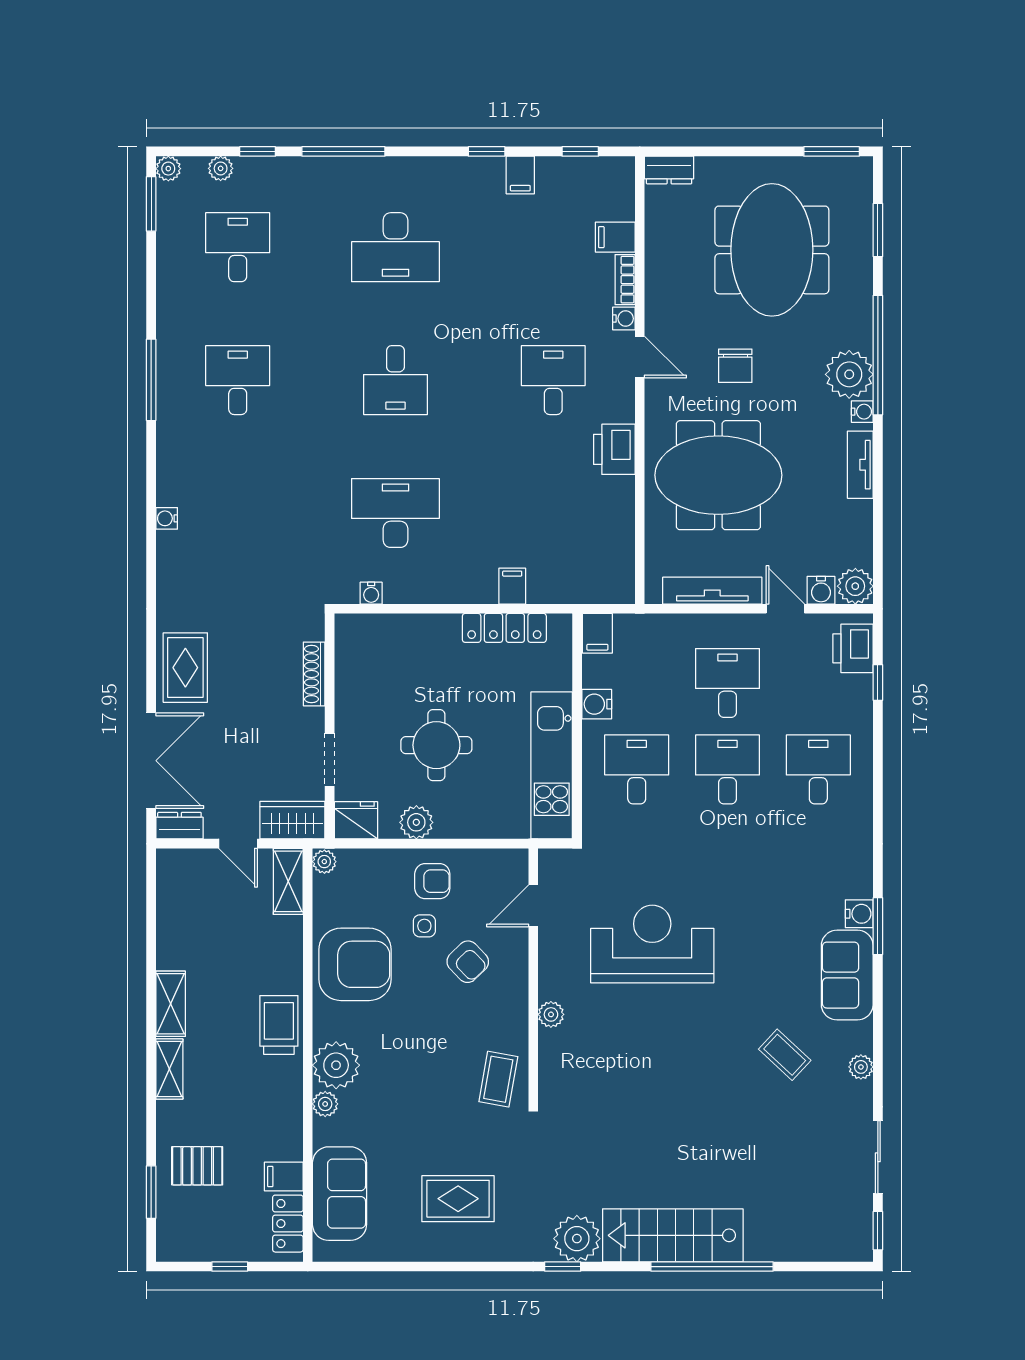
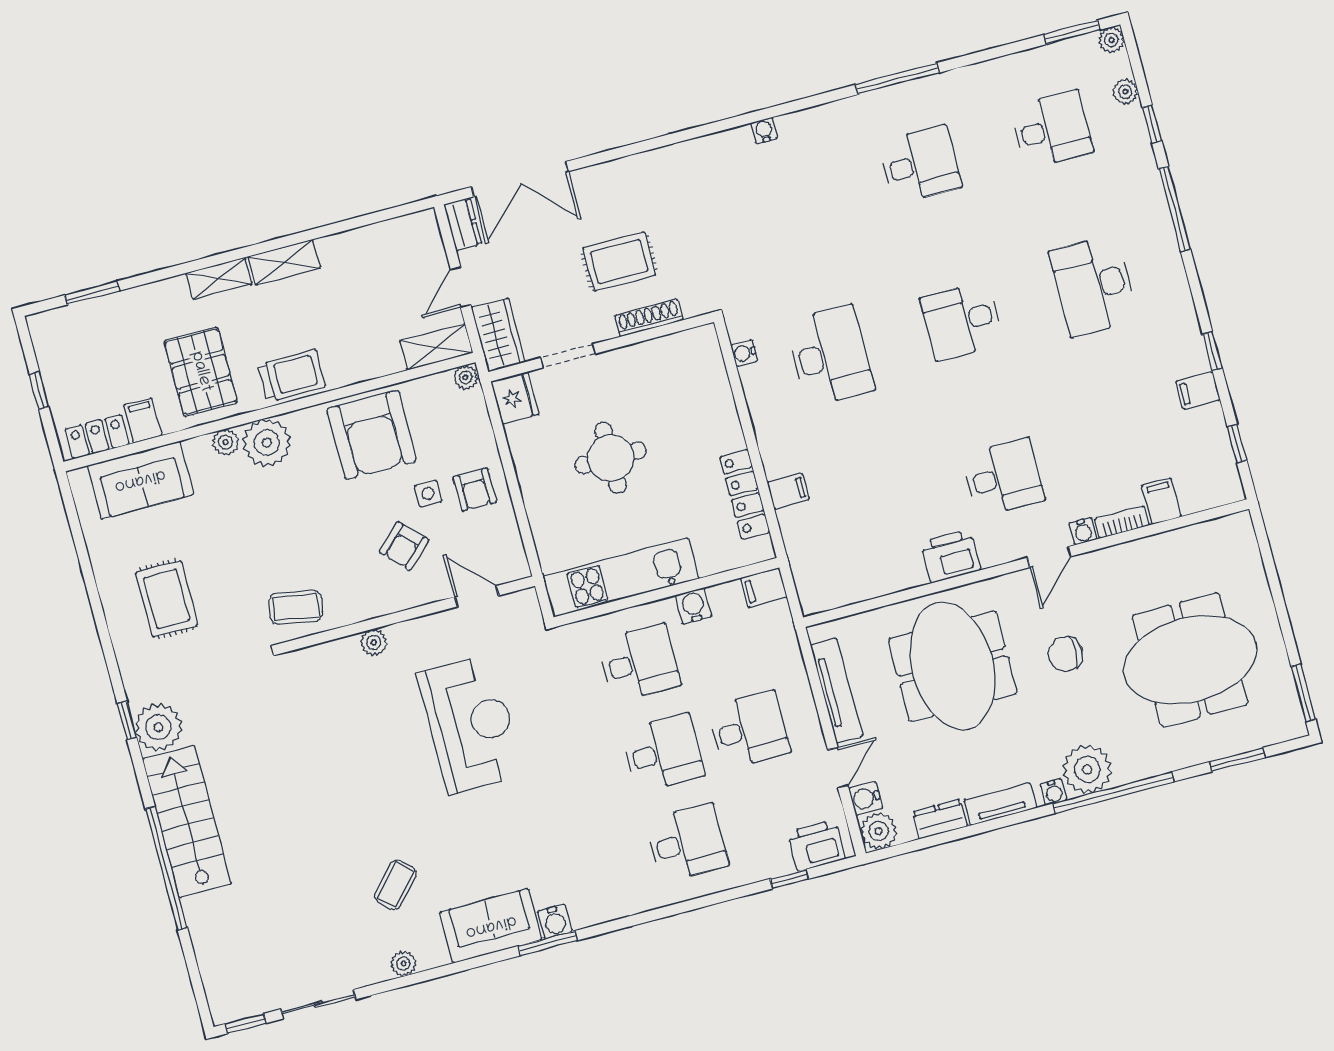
dresser: (669, 170) -> (940, 819), moved, turned 90
rug: (185, 668) -> (619, 261), moved
plant: (416, 822) -> (529, 458), removed
pallet: (197, 1166) -> (201, 372), moved, width x1.50, depth x1.42

